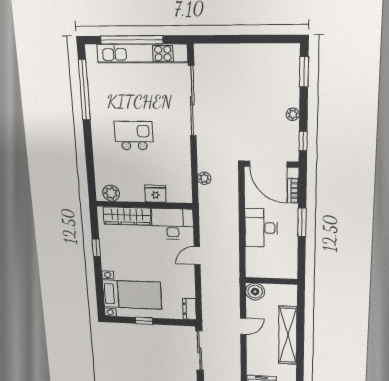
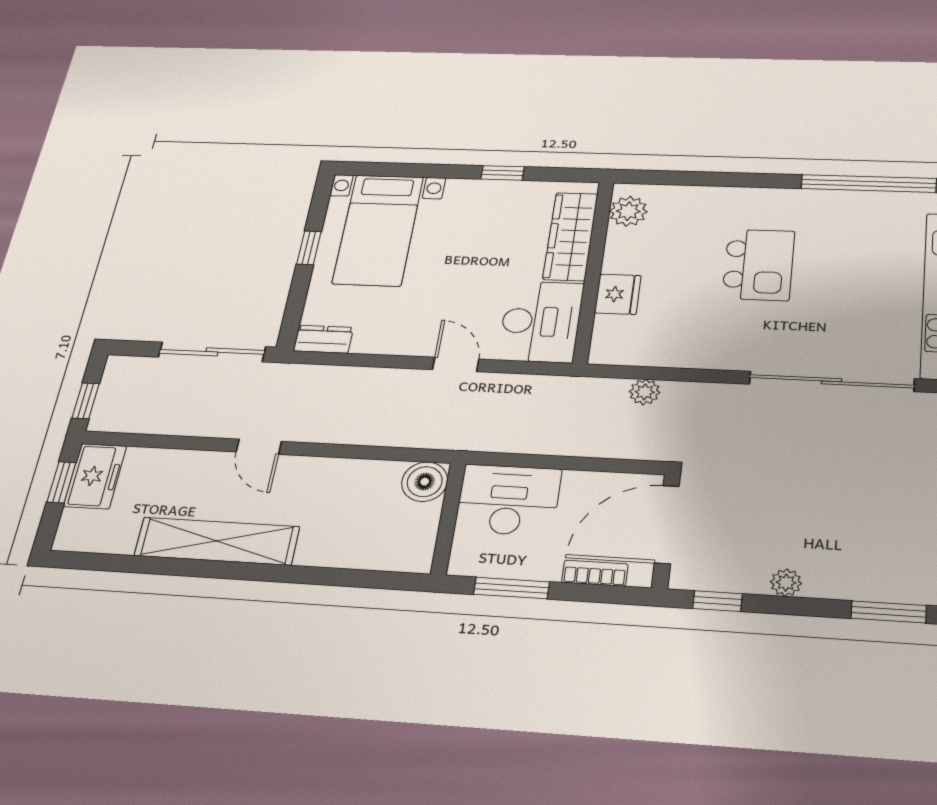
wall: (271, 281) -> (448, 518), moved
boiler: (255, 292) -> (425, 482), moved

